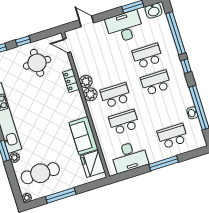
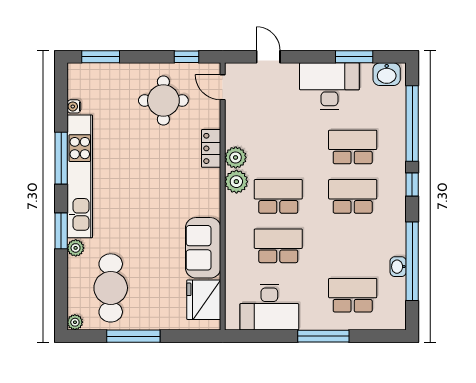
window: (23, 41) -> (187, 57), moved
cafe table: (40, 173) -> (111, 288), turned 90

